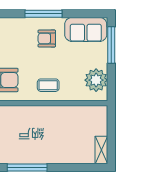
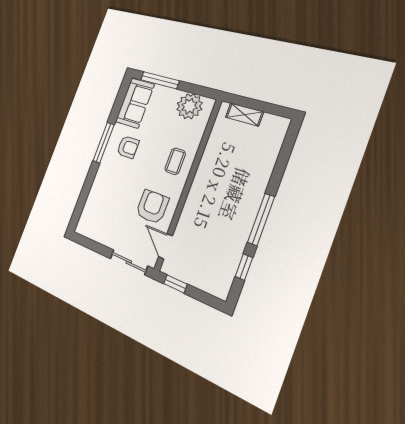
armchair: (47, 39) -> (128, 147), turned -90
shelving: (101, 150) -> (244, 114), moved

